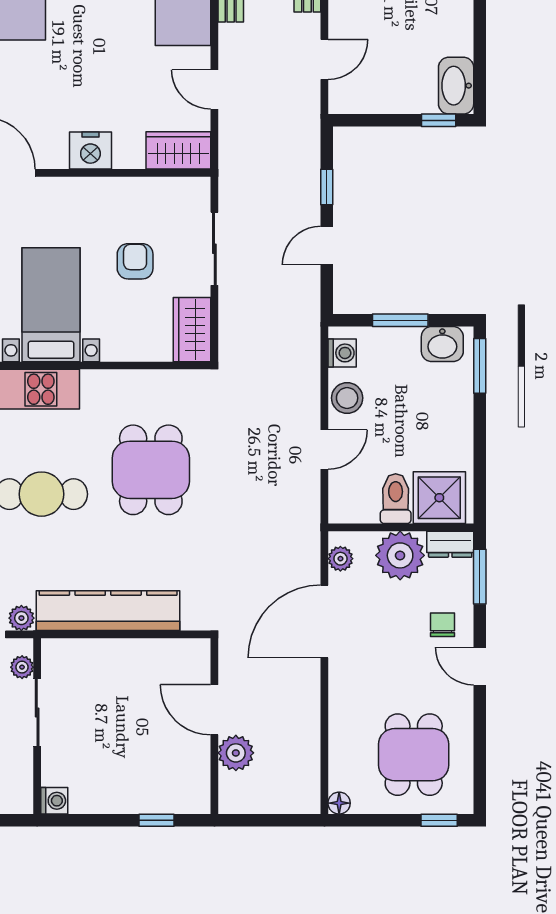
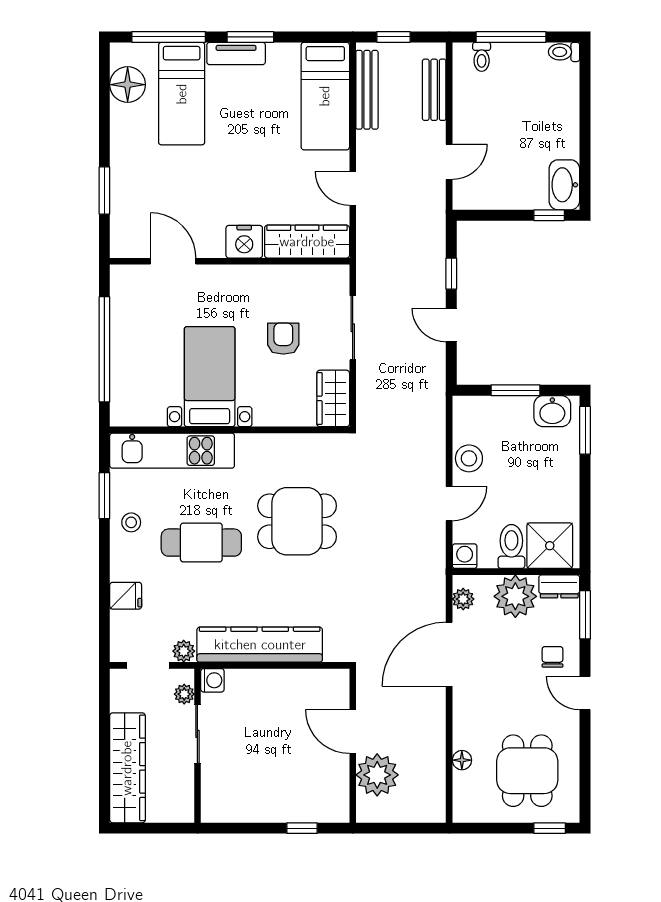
wardrobe: (178, 150) -> (307, 242), width x1.50
door: (327, 246) -> (451, 325), hinge flipped
washing machine: (342, 353) -> (465, 556), moved, turned -90
dining table: (151, 470) -> (297, 521), turned 90
plant: (236, 753) -> (377, 775), width x1.36, depth x1.36
washing machine: (54, 801) -> (212, 680), moved
floor lamp: (339, 803) -> (462, 760), moved

